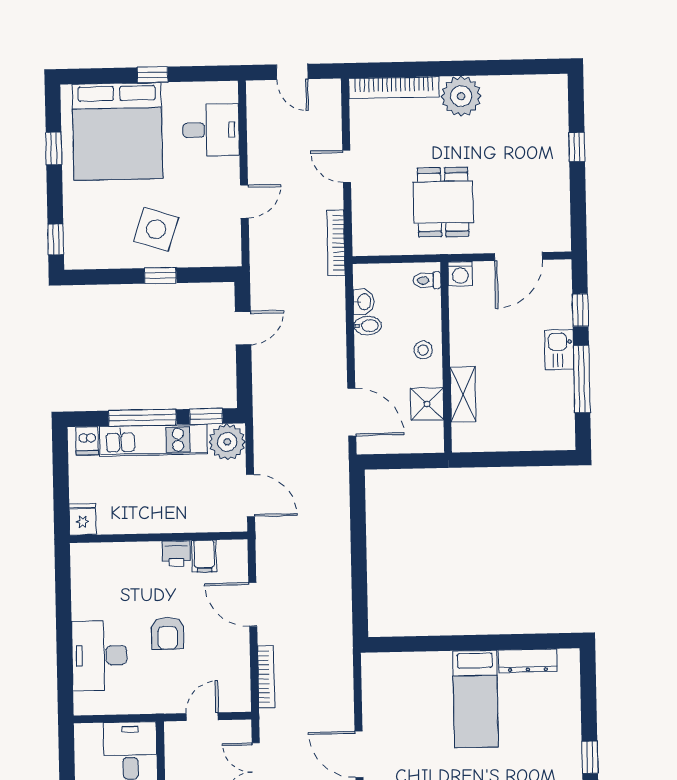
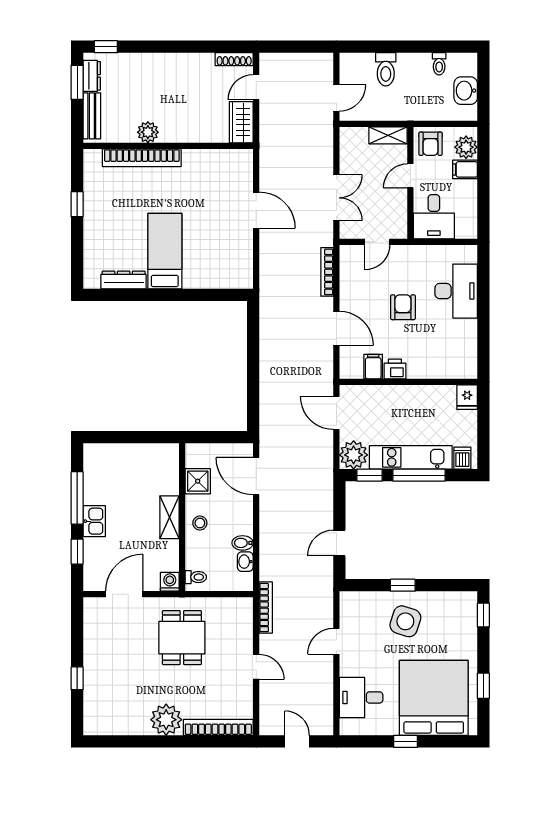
shelving: (463, 394) -> (170, 517), moved

